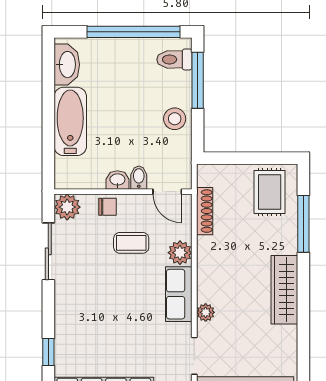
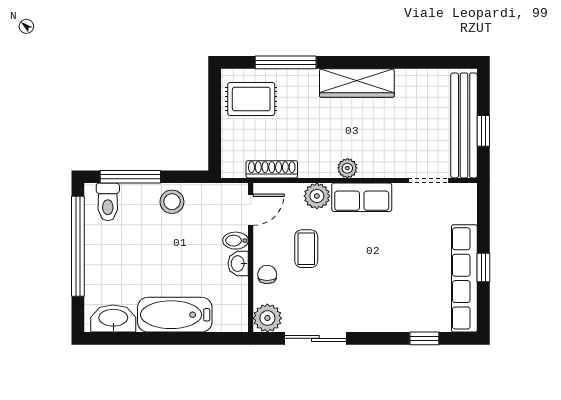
plant: (206, 312) -> (347, 168), moved

